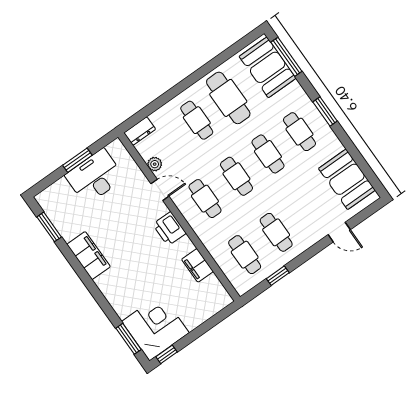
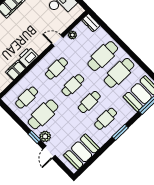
cafe table: (197, 120) -> (103, 56), width x1.37, depth x1.35
door: (160, 190) -> (57, 41), swing flipped
printer: (169, 229) -> (28, 57), moved
cafe table: (276, 232) -> (43, 114), width x1.37, depth x1.35
plant: (312, 234) -> (45, 136), added
window: (278, 276) -> (34, 137), moved

